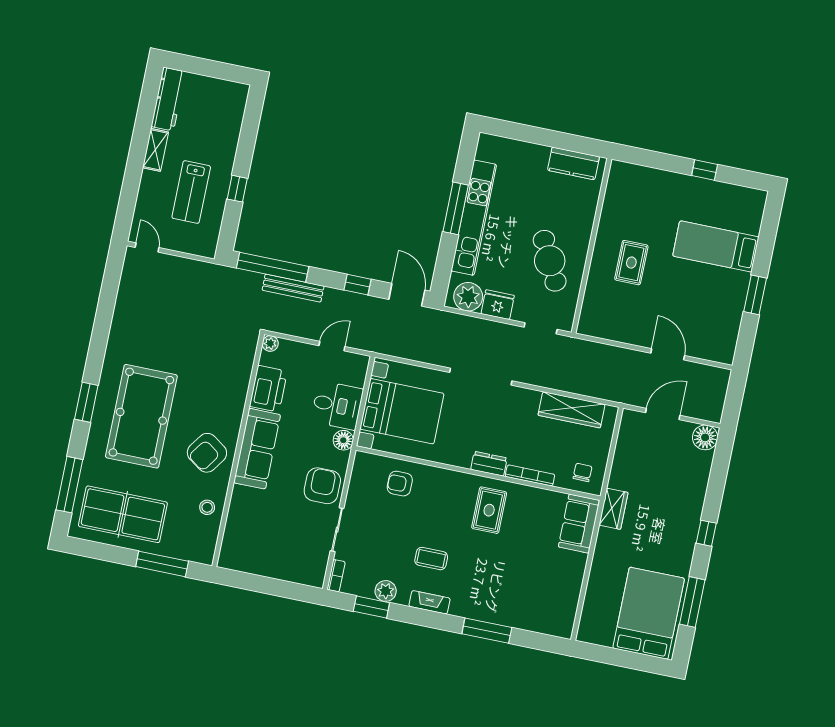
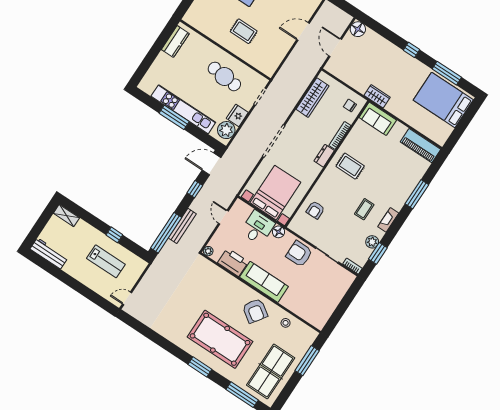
shelving: (155, 150) -> (66, 216), moved
cafe table: (550, 261) -> (224, 76), turned 33
piano: (564, 606) -> (421, 146), added

